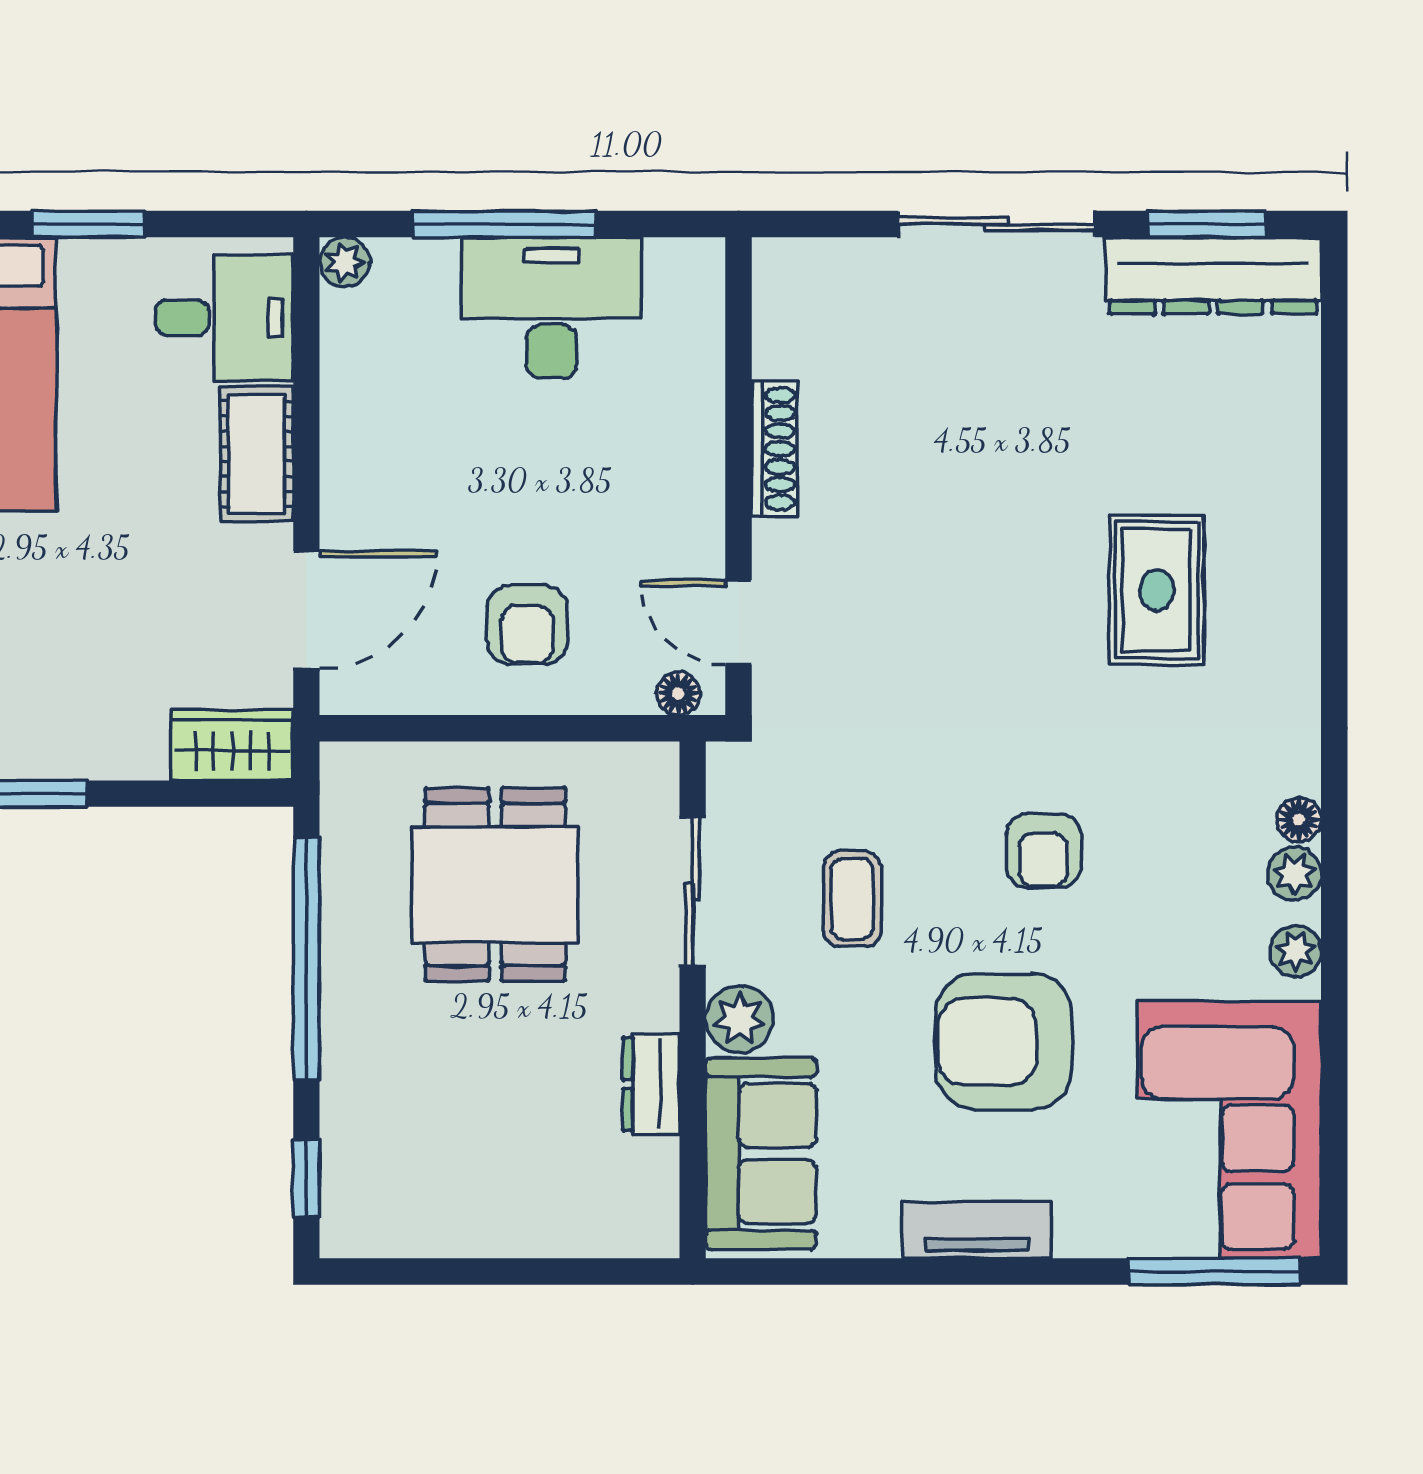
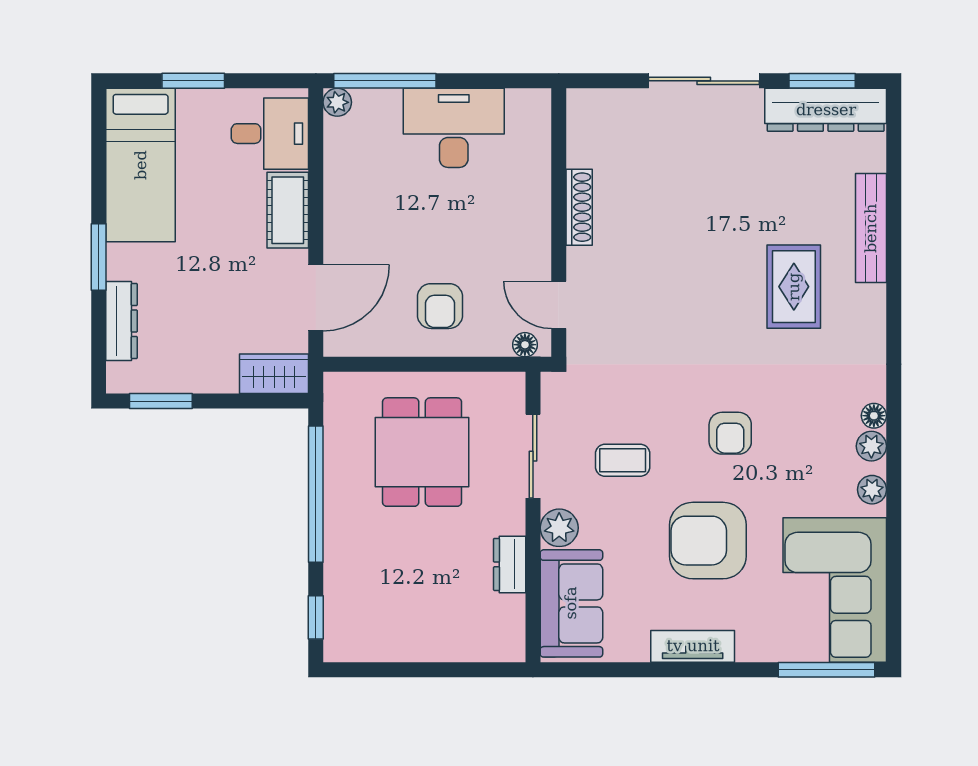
window: (504, 224) -> (385, 81), moved
bench: (1294, 486) -> (871, 228), added
coffee table: (852, 899) -> (623, 460), turned 90

